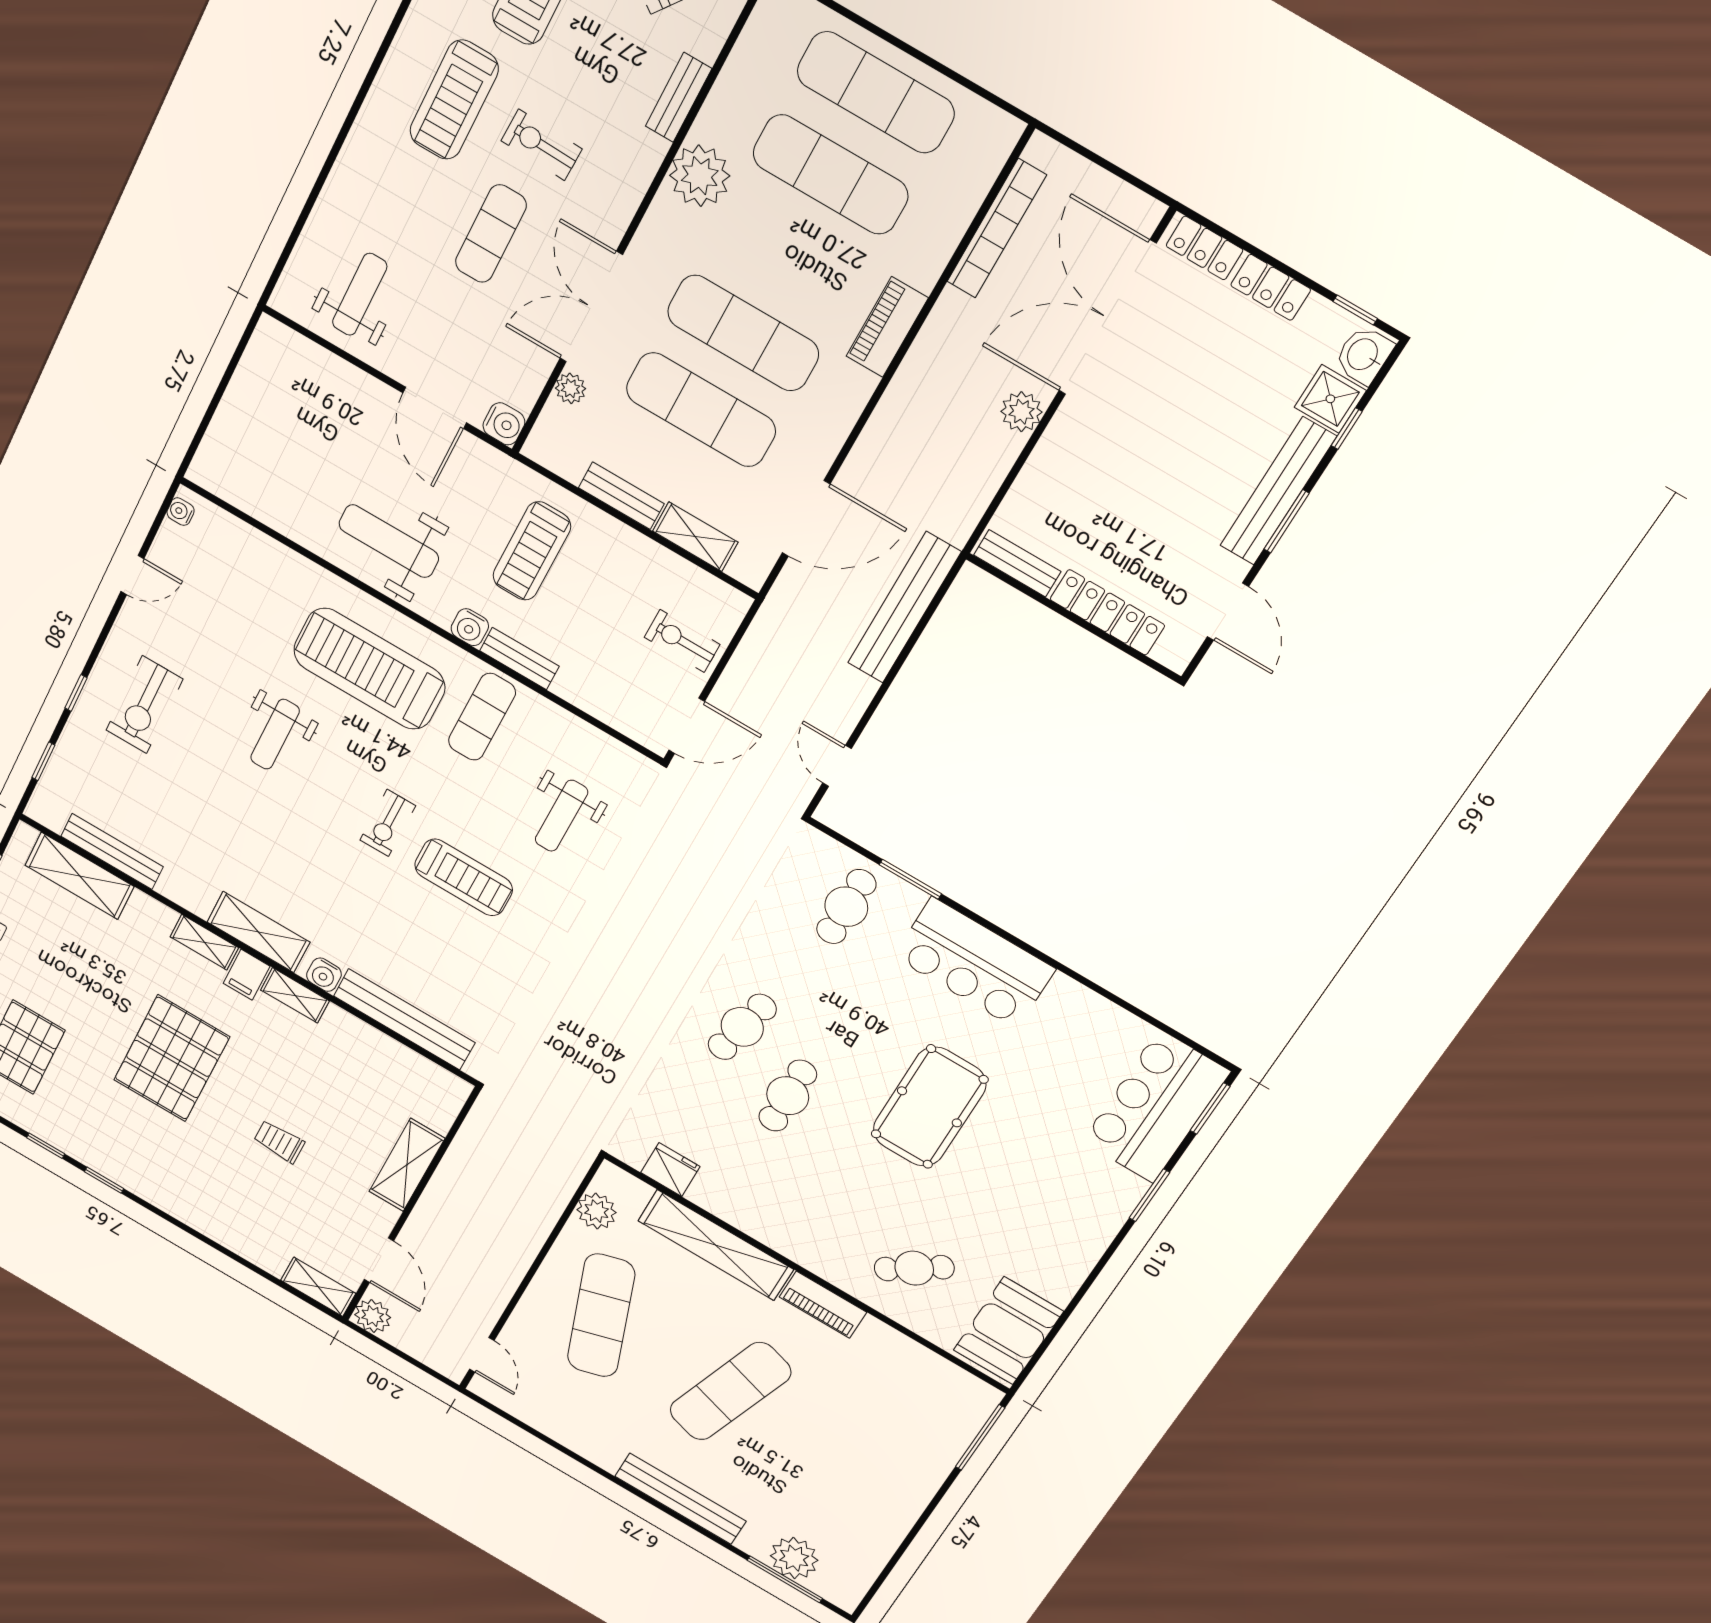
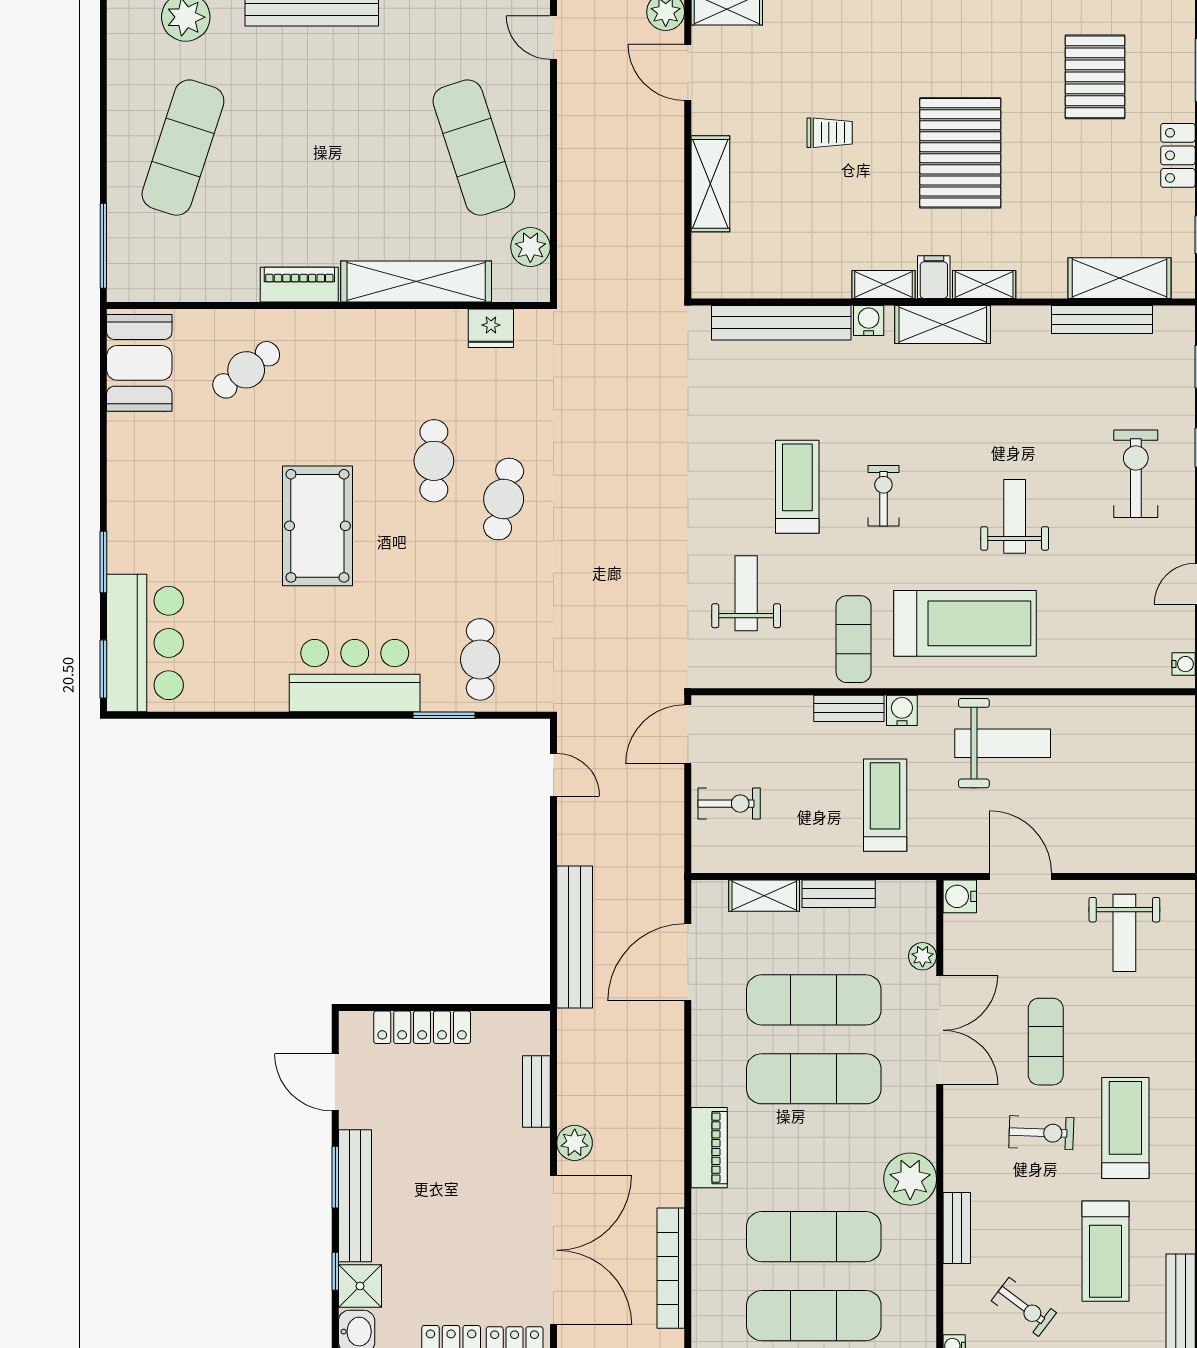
bench: (1017, 563) -> (536, 1092), moved, turned 90
treadmill: (464, 877) -> (797, 487), turned 90
exercise mat: (730, 1391) -> (183, 148), moved

